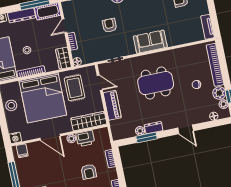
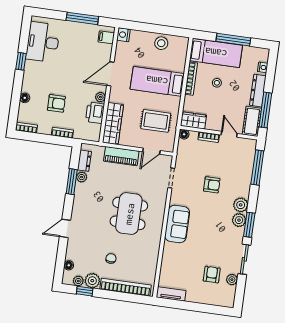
bed: (43, 98) -> (157, 81), width x0.49
dresser: (154, 128) -> (84, 161), moved
armchair: (89, 172) -> (56, 103), turned 180

